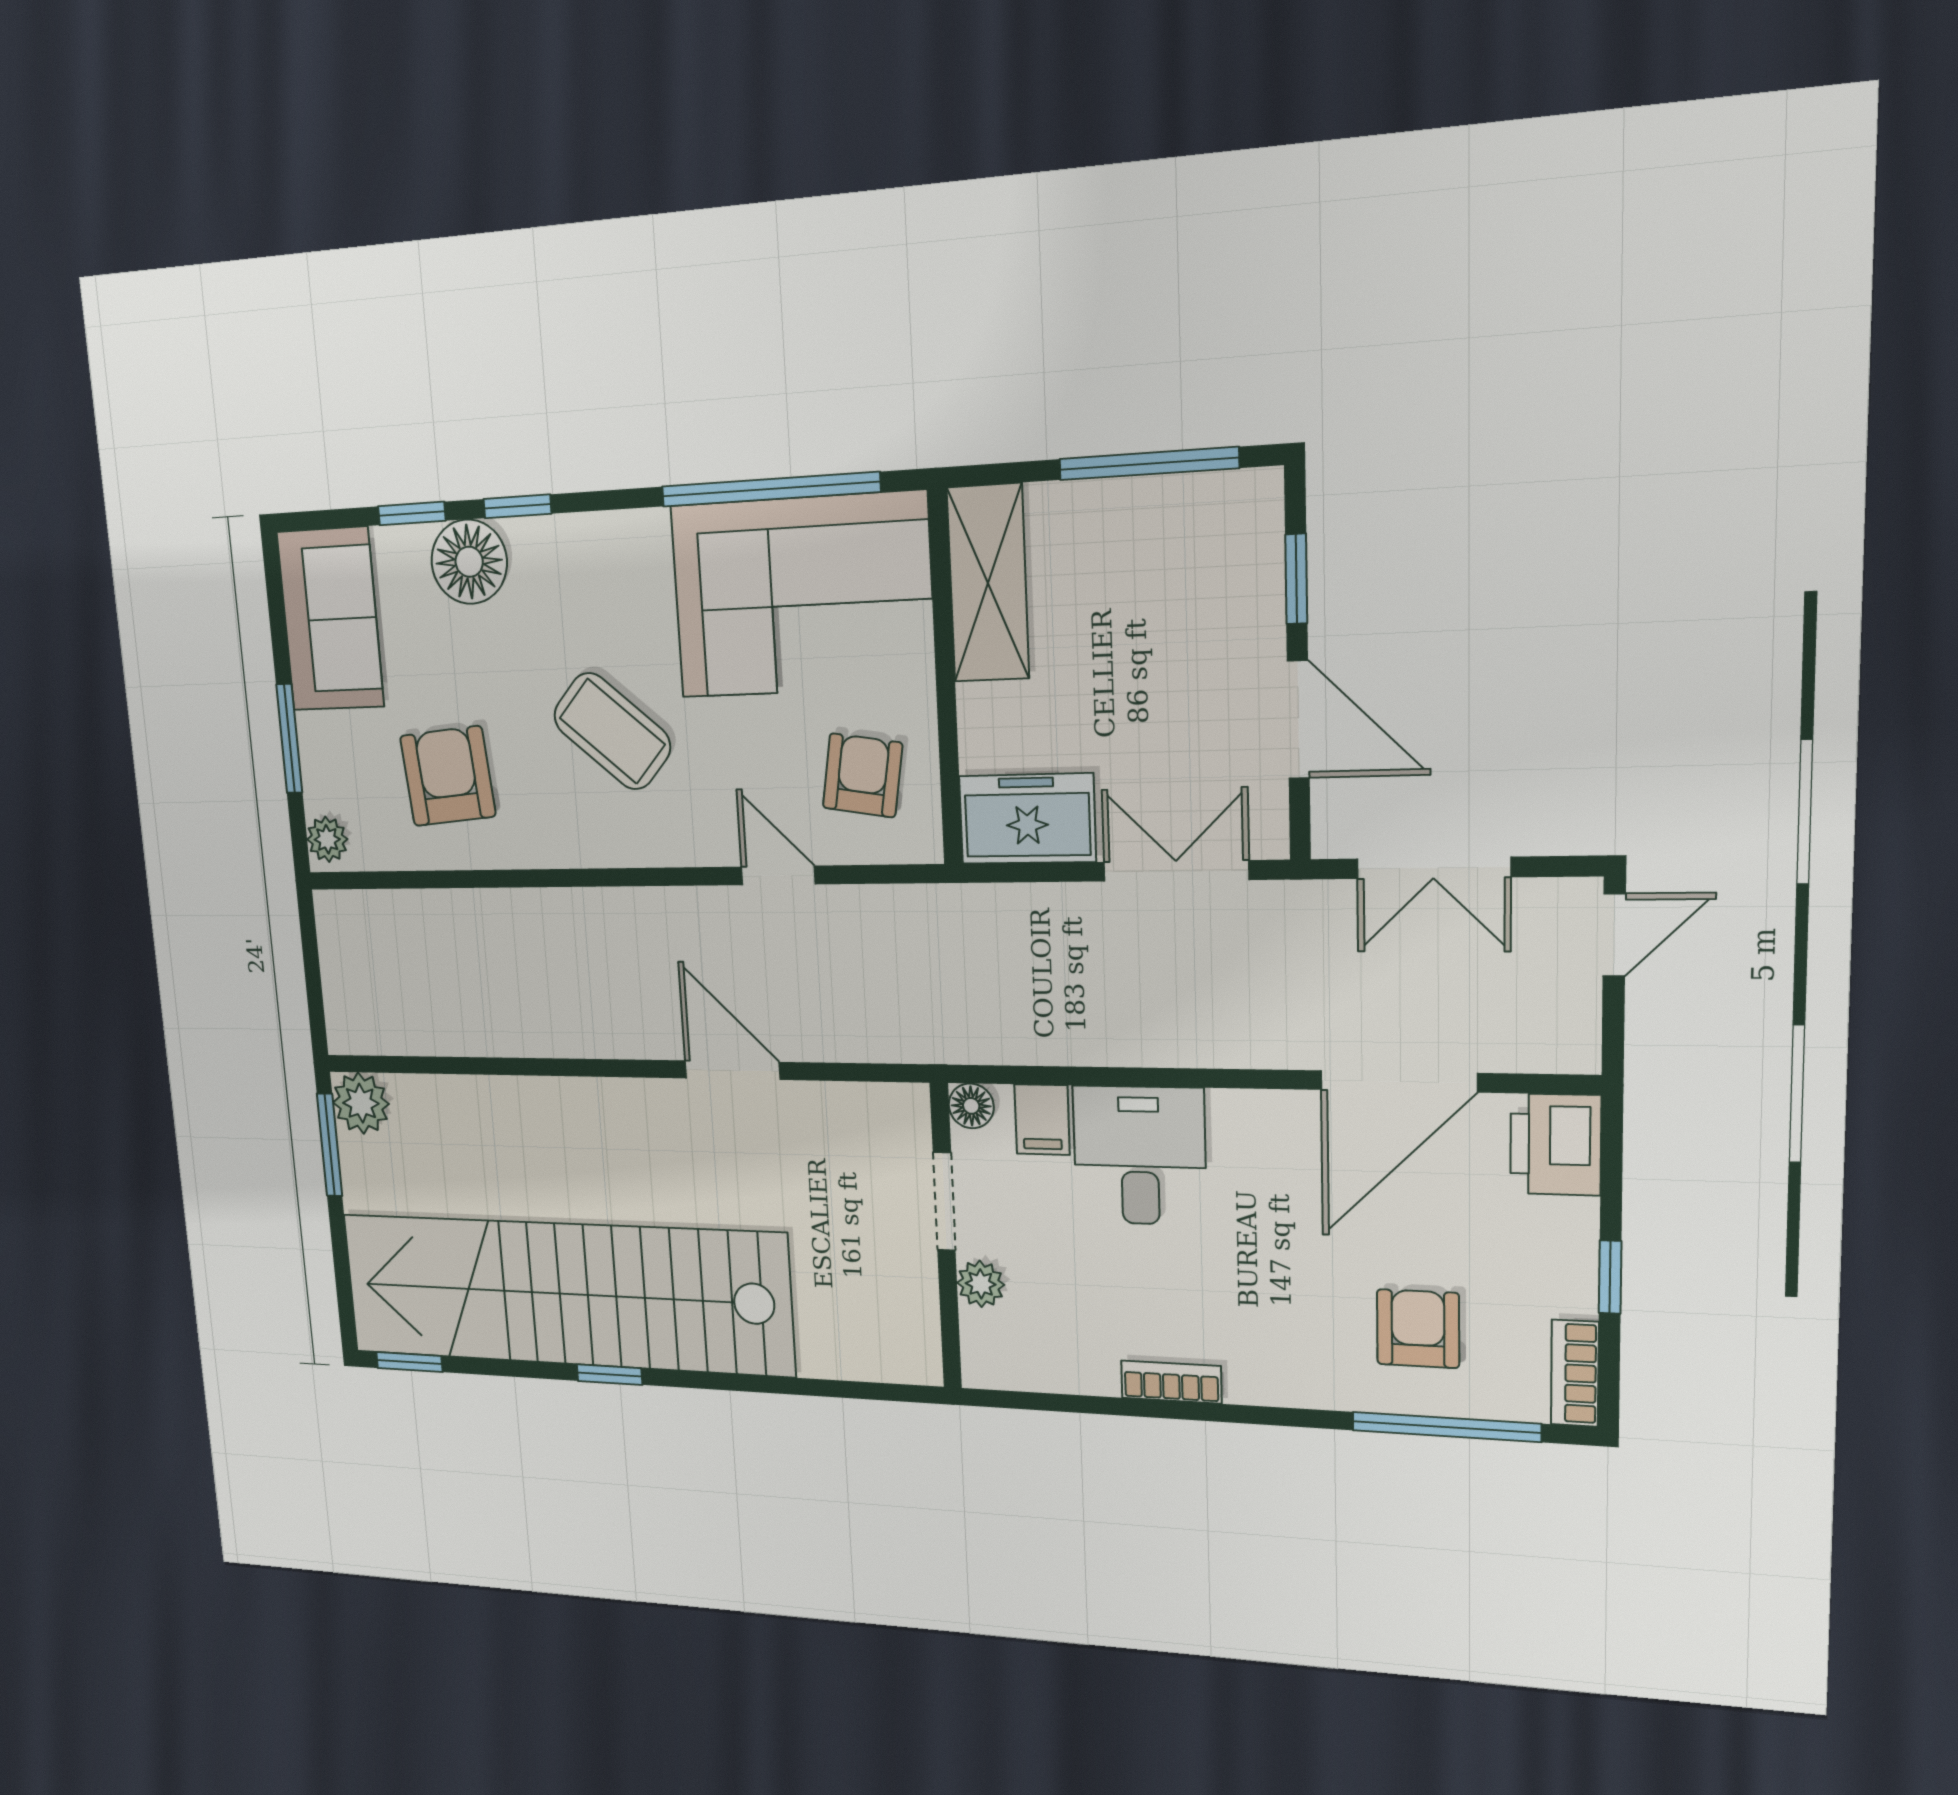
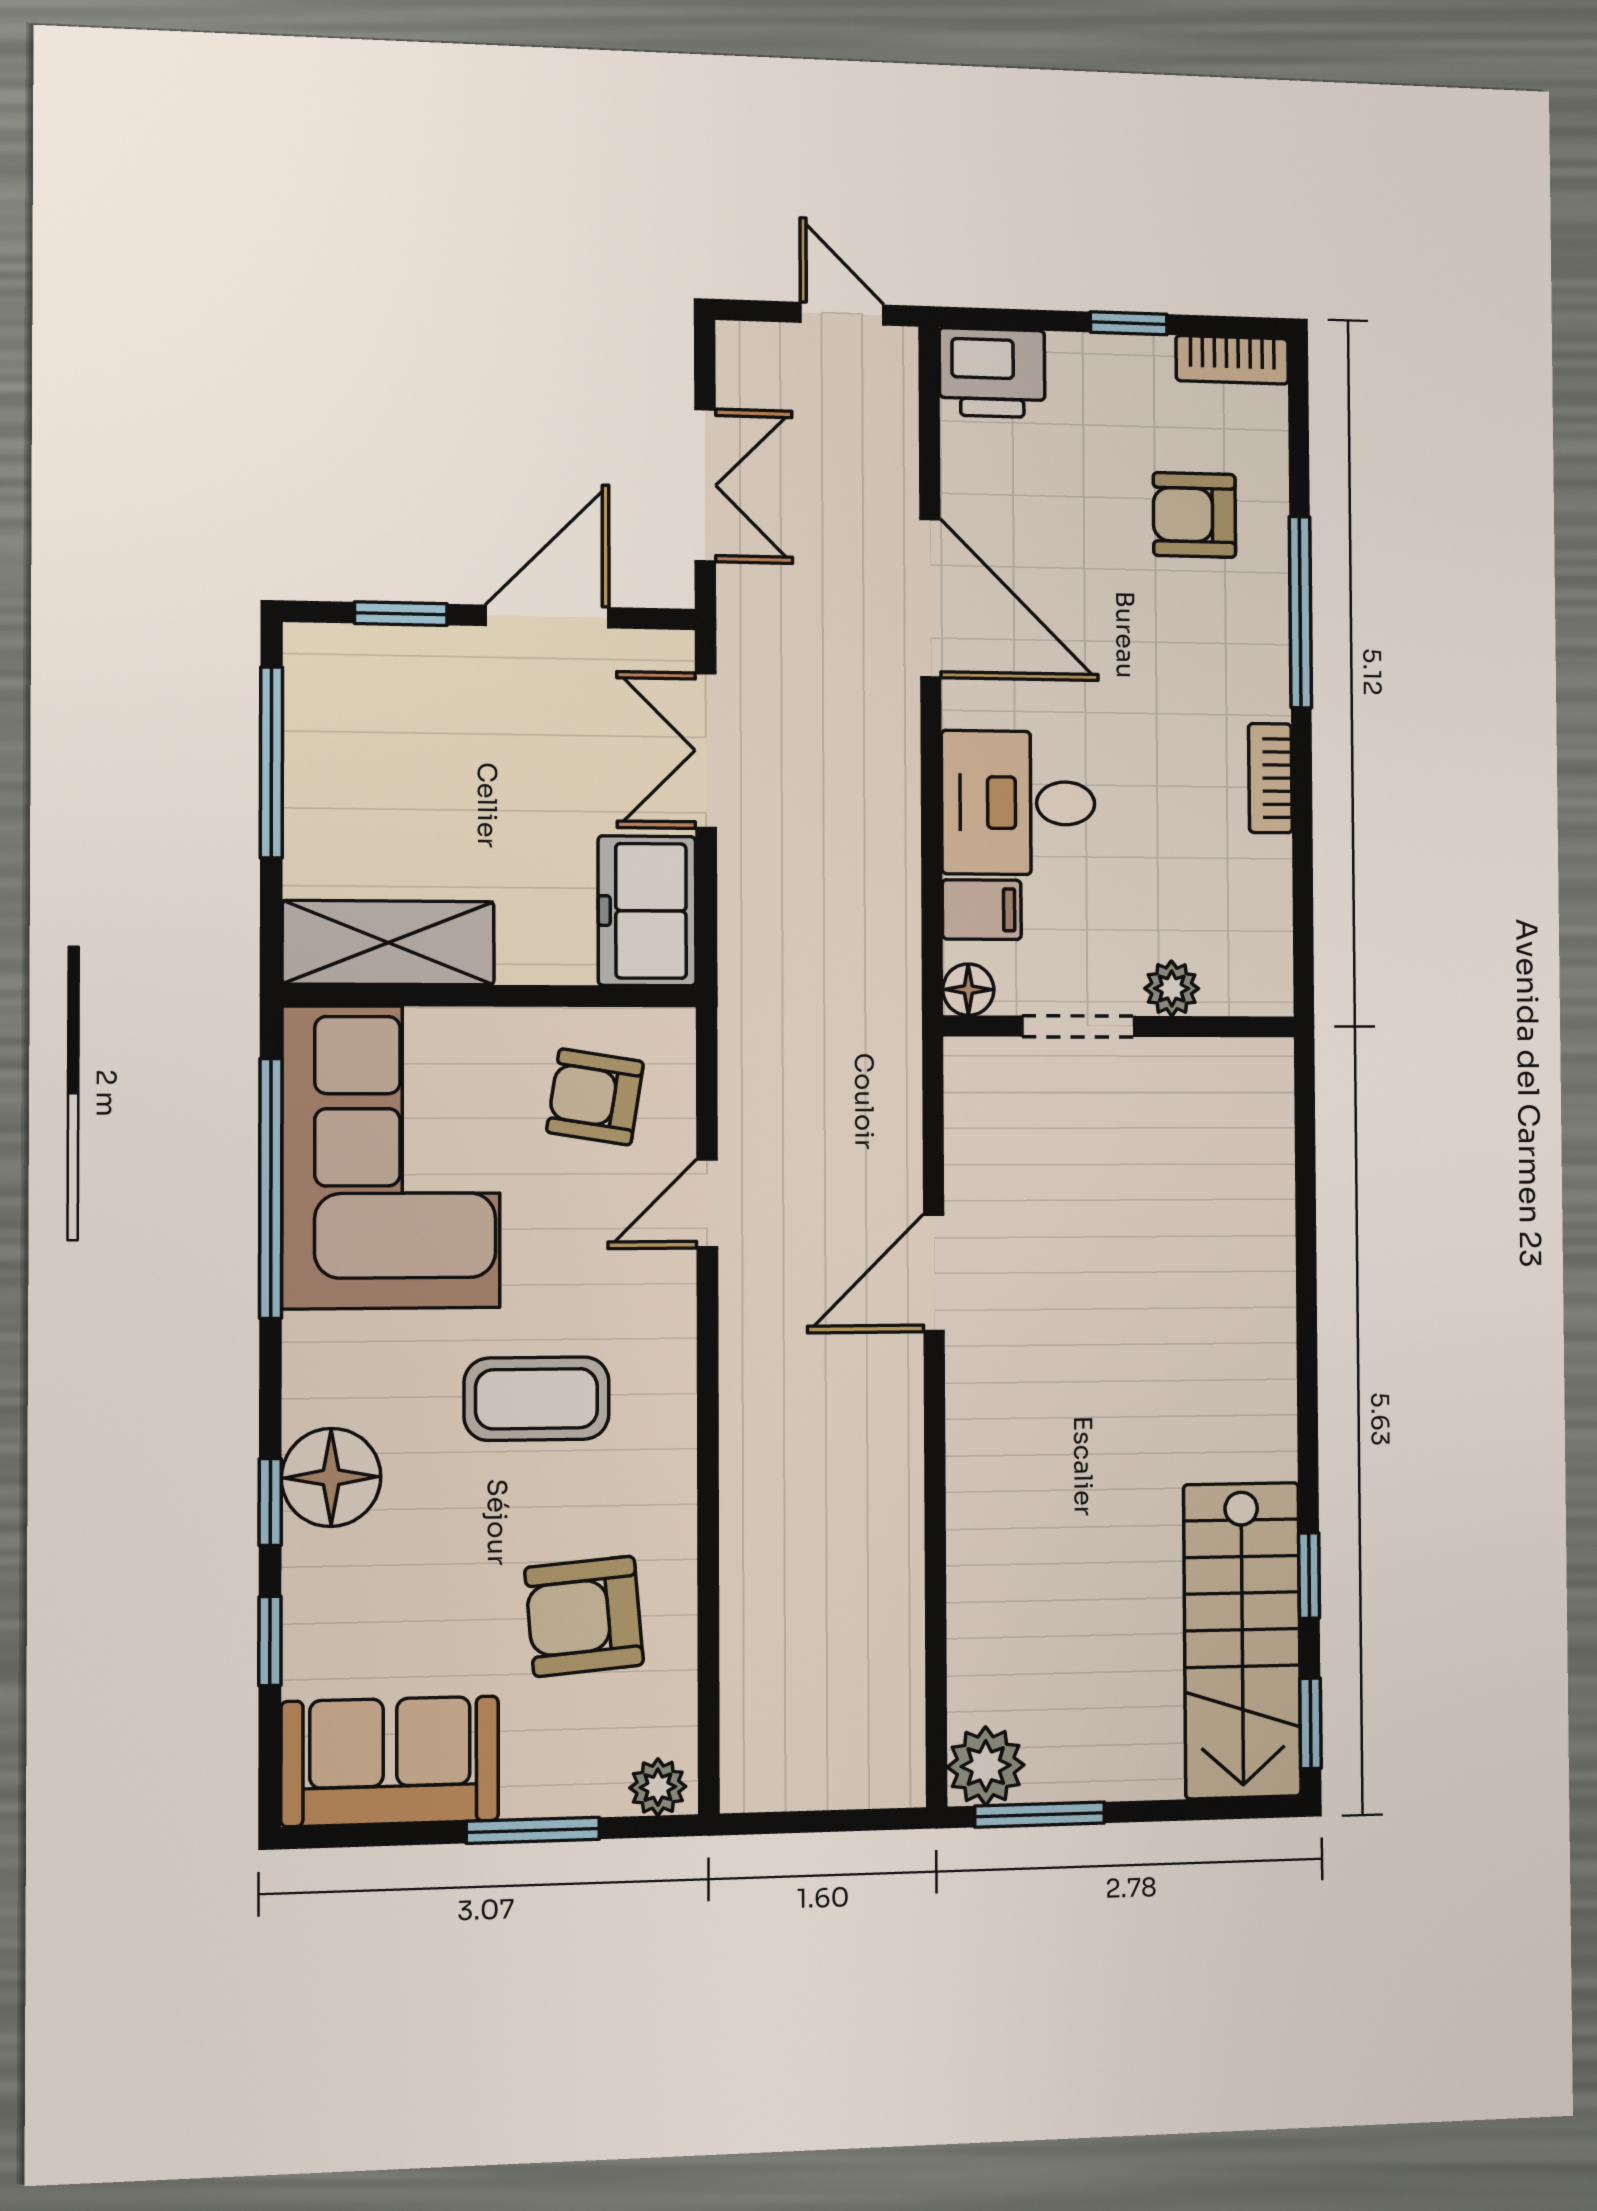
floor lamp: (469, 562) -> (331, 1477), moved
coffee table: (612, 731) -> (537, 1399), turned 49
door: (1614, 935) -> (842, 314), moved
door: (1398, 1081) -> (930, 598), moved
stairs: (564, 1294) -> (1242, 1640), width x0.54, depth x0.66
window: (609, 1375) -> (1309, 1576), moved
window: (1446, 1427) -> (1300, 612), moved

